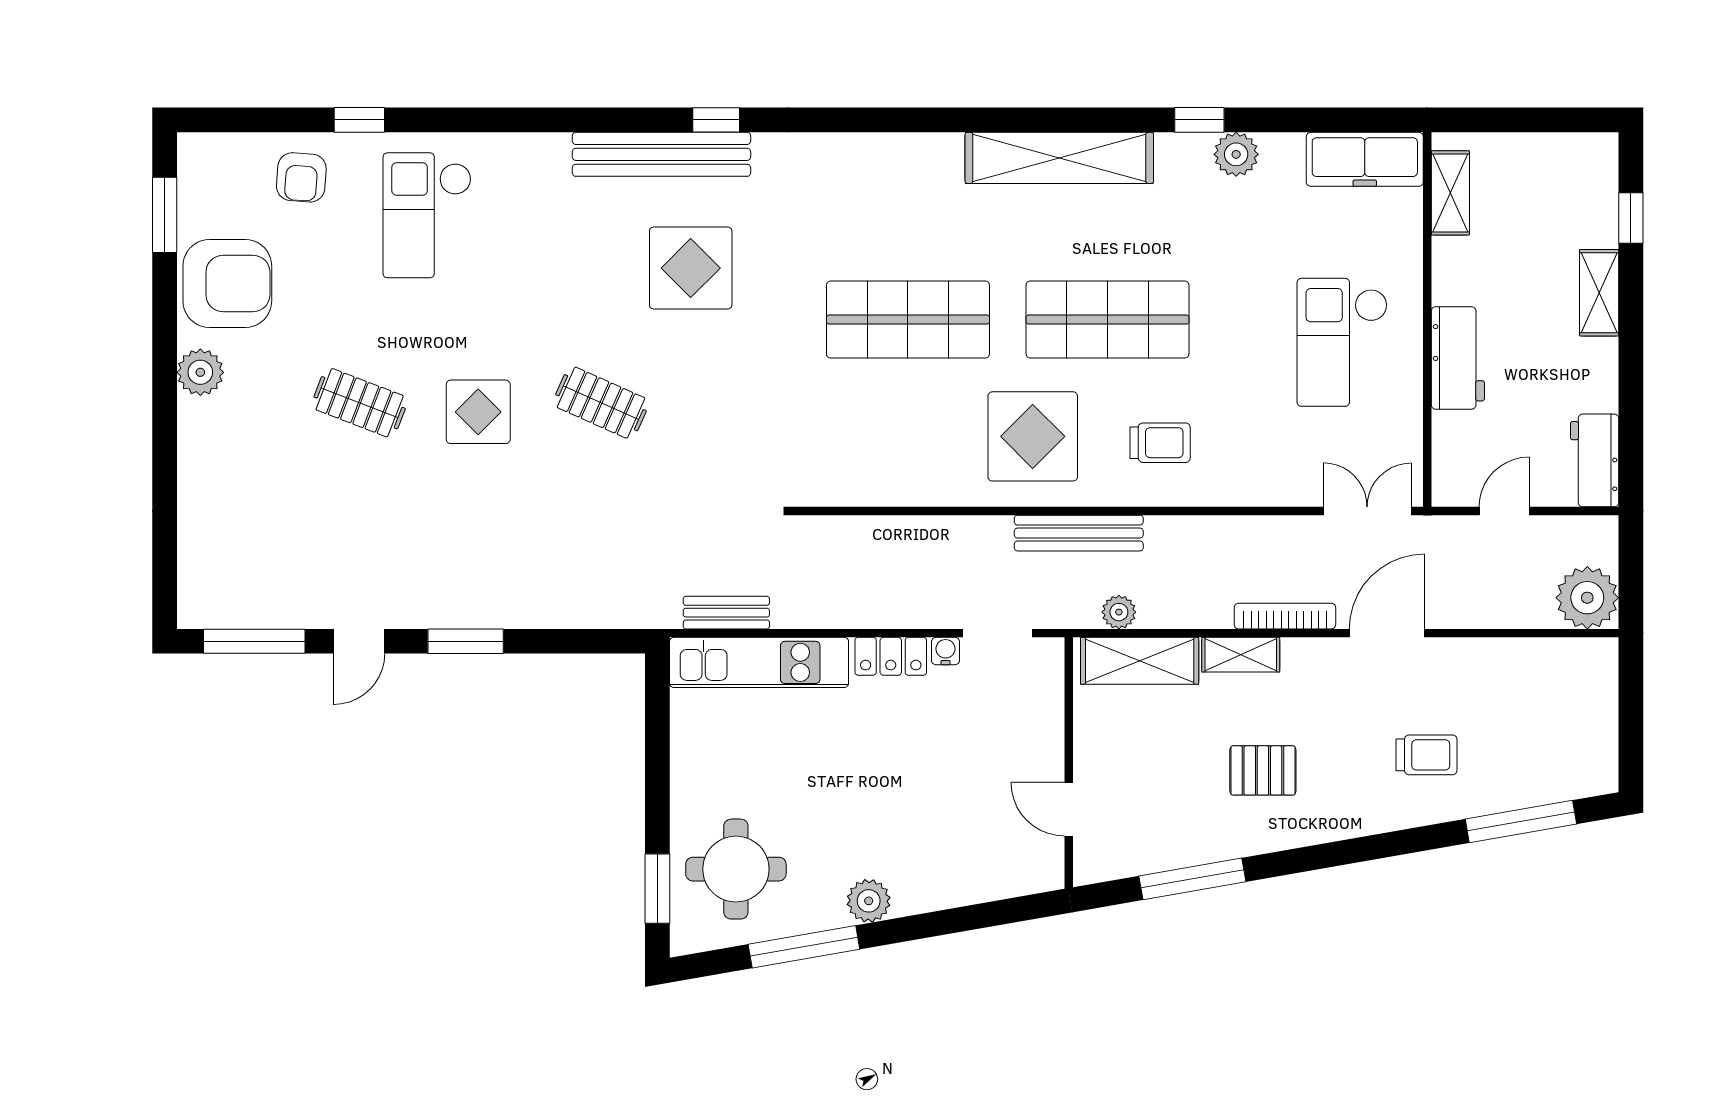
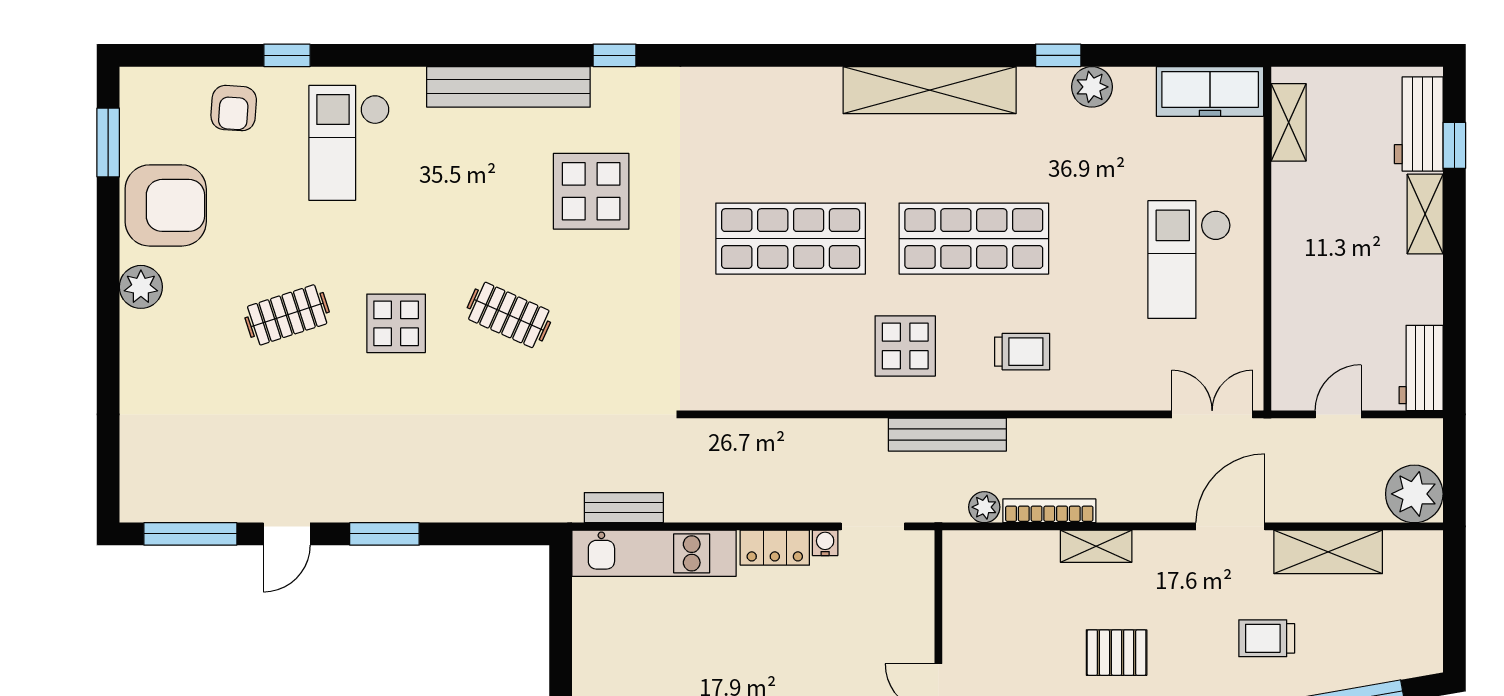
bench: (661, 154) -> (508, 87), moved
workbench: (1458, 358) -> (1419, 124), moved, turned 180
clothes rail: (360, 403) -> (287, 315), turned -39
display table: (1033, 436) -> (905, 346), width x0.73, depth x0.73
bookcase: (1285, 616) -> (1049, 511), moved
shelving: (1140, 661) -> (1328, 552), moved
trolley: (1427, 755) -> (1267, 638), turned 180

